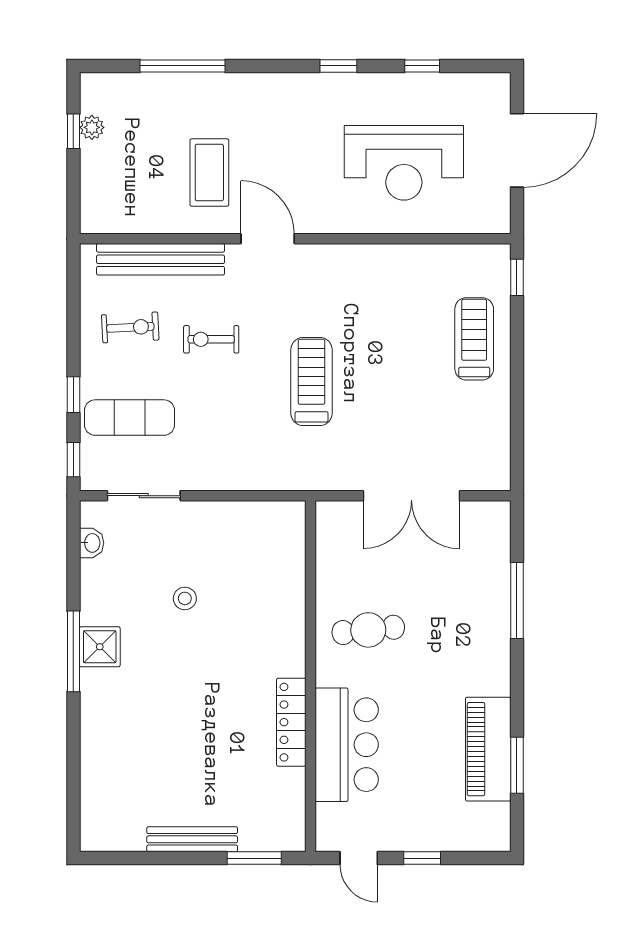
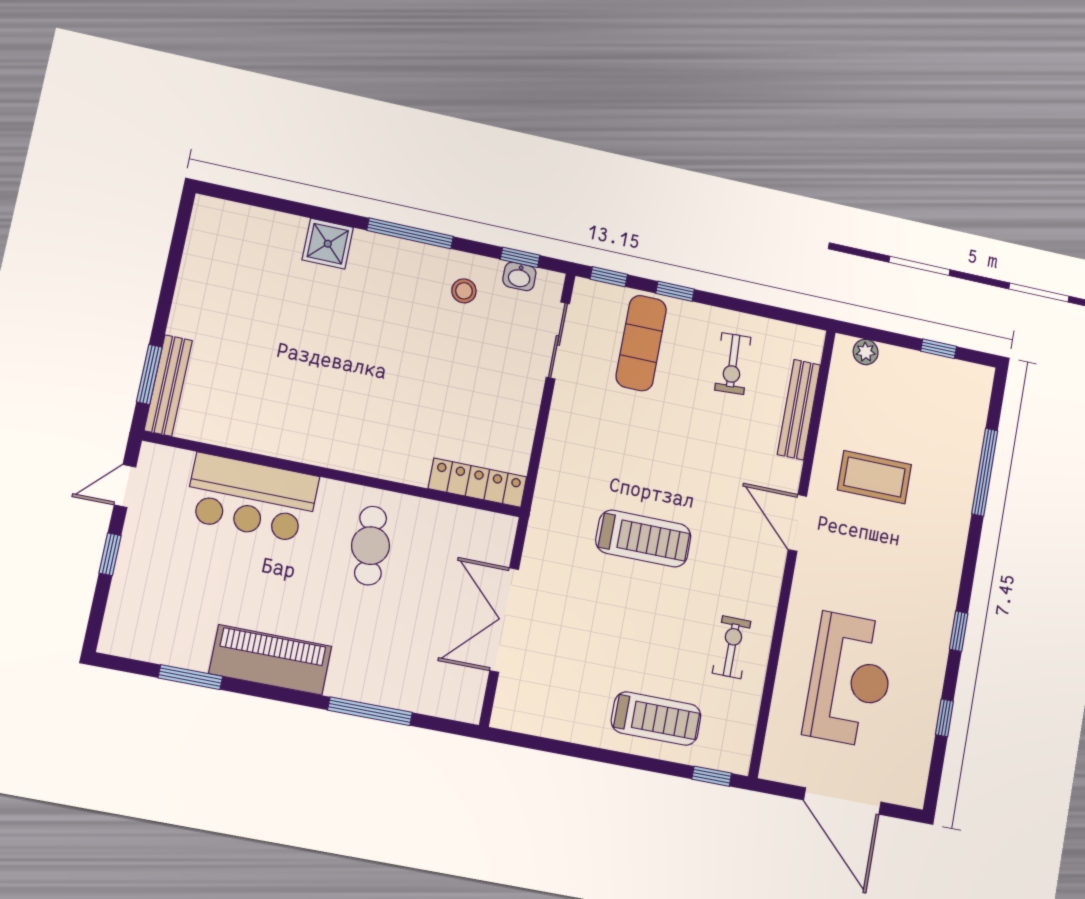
plant: (92, 127) -> (866, 352), moved
reception desk: (404, 163) -> (850, 680), turned 180
door: (268, 239) -> (797, 523), swing flipped
bench: (160, 259) -> (799, 410), width x0.73, depth x0.82
exercise bike: (211, 339) -> (732, 647), moved
window: (73, 546) -> (520, 257), added
stool: (185, 598) -> (464, 291), moved
shower: (100, 647) -> (328, 244), moved
locker: (291, 722) -> (477, 483), moved
piano: (488, 749) -> (270, 660), moved
bench: (192, 839) -> (168, 385), moved

